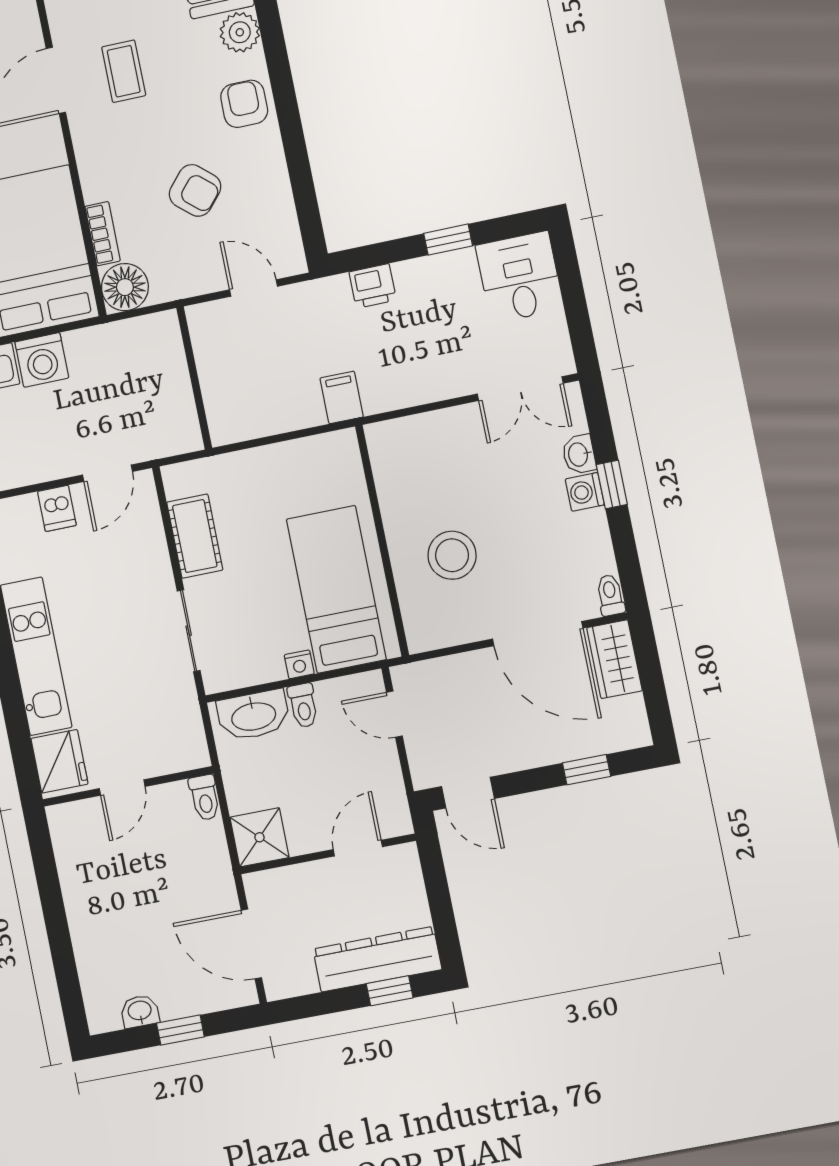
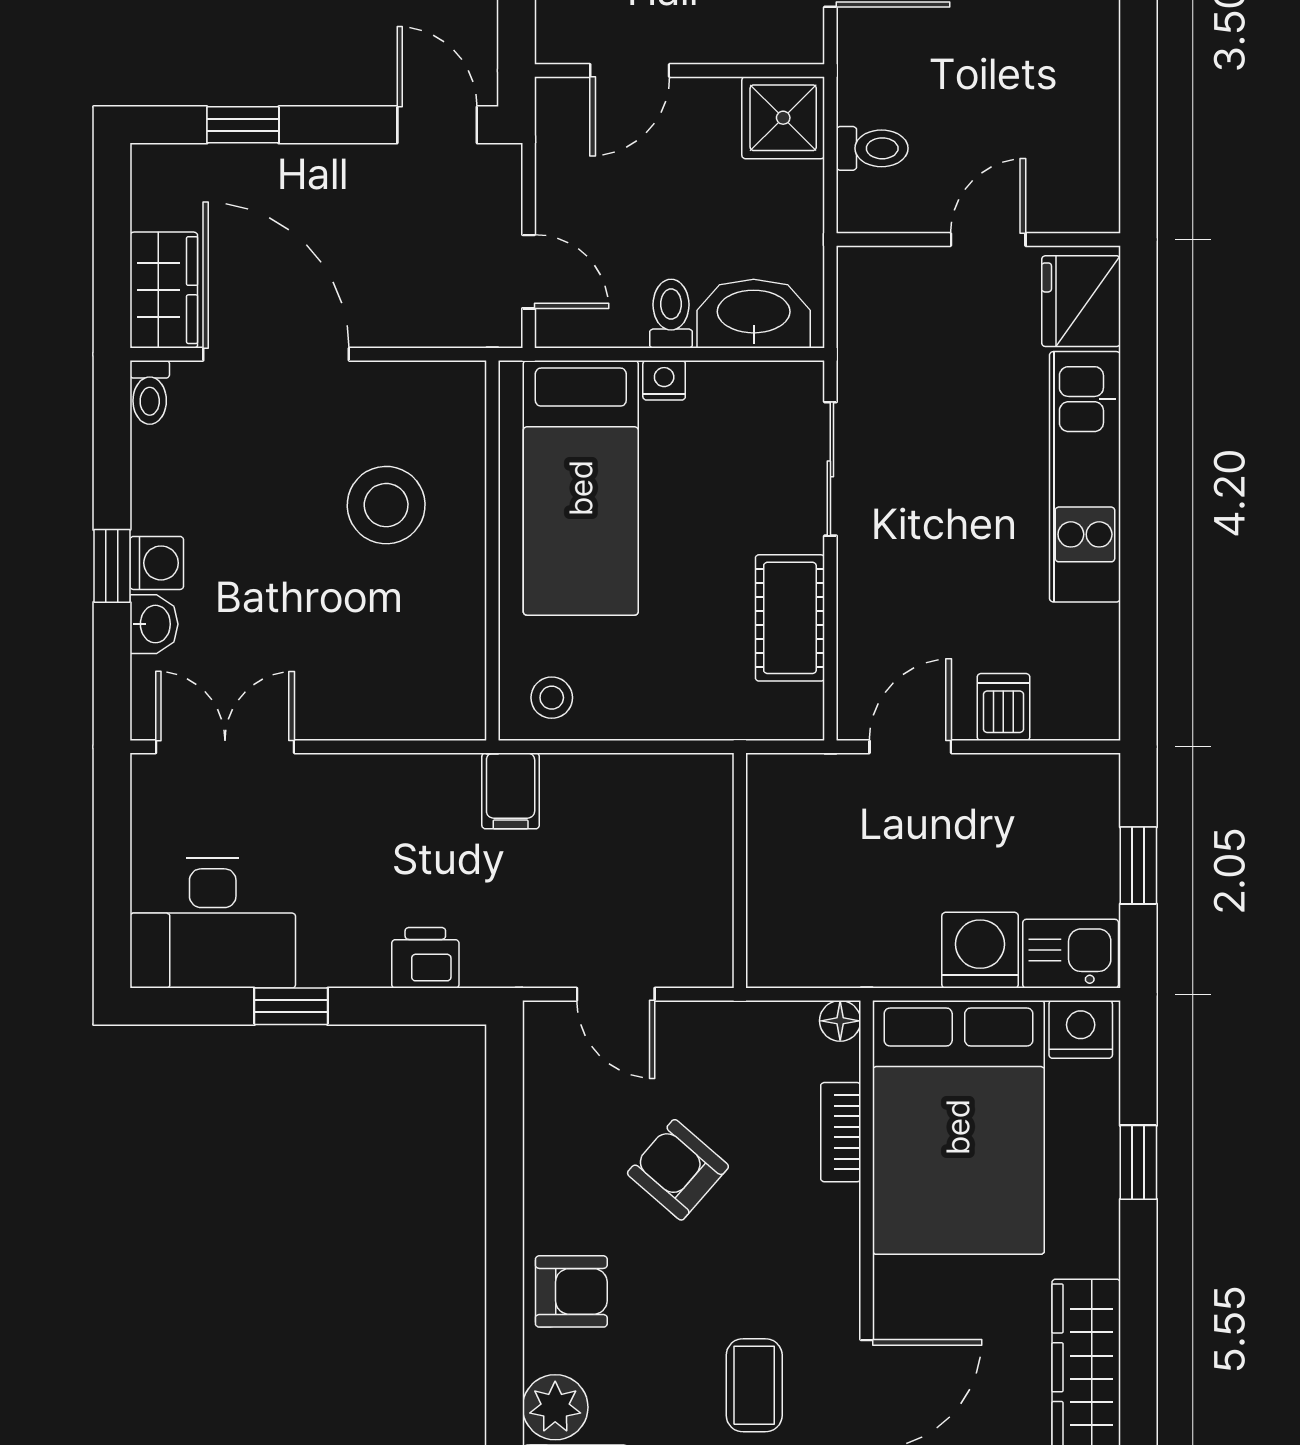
armchair: (244, 104) -> (571, 1291), turned -90
desk: (520, 277) -> (213, 923), width x1.37
floor lamp: (125, 287) -> (840, 1021), width x0.53, depth x0.53
stool: (328, 459) -> (552, 698), added
toilet: (205, 798) -> (872, 148), moved, turned 90

